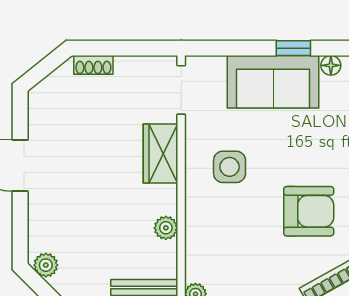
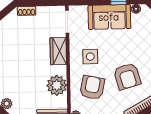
armchair: (309, 211) -> (127, 76), turned 74
plant: (166, 228) -> (57, 85), width x1.88, depth x1.88
armchair: (232, 234) -> (92, 88), added

